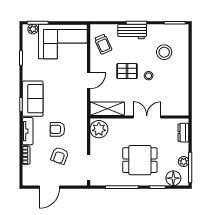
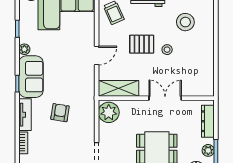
plant: (27, 75) -> (24, 49), added
armchair: (57, 129) -> (60, 113), turned 99
dresser: (183, 133) -> (208, 121), width x1.44
armchair: (60, 156) -> (63, 143), removed

